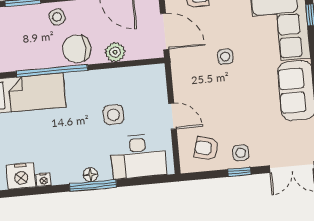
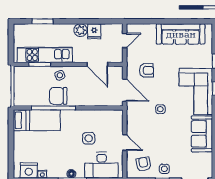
chair: (77, 49) -> (58, 96), moved
plant: (115, 52) -> (93, 100), removed
armchair: (206, 148) -> (144, 164), turned 65

